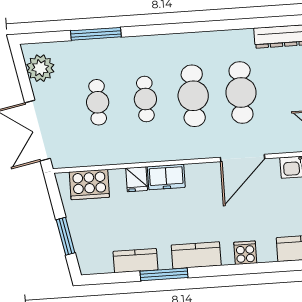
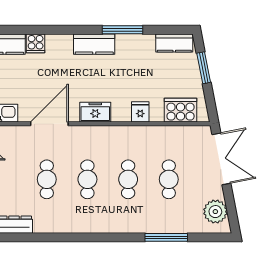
cafe table: (241, 92) -> (47, 179), width x0.73, depth x0.74
cafe table: (193, 96) -> (87, 179), width x0.73, depth x0.74
freezer: (166, 177) -> (95, 112), moved
cooker: (245, 253) -> (36, 43), moved
kitchen counter: (136, 261) -> (174, 43), moved

